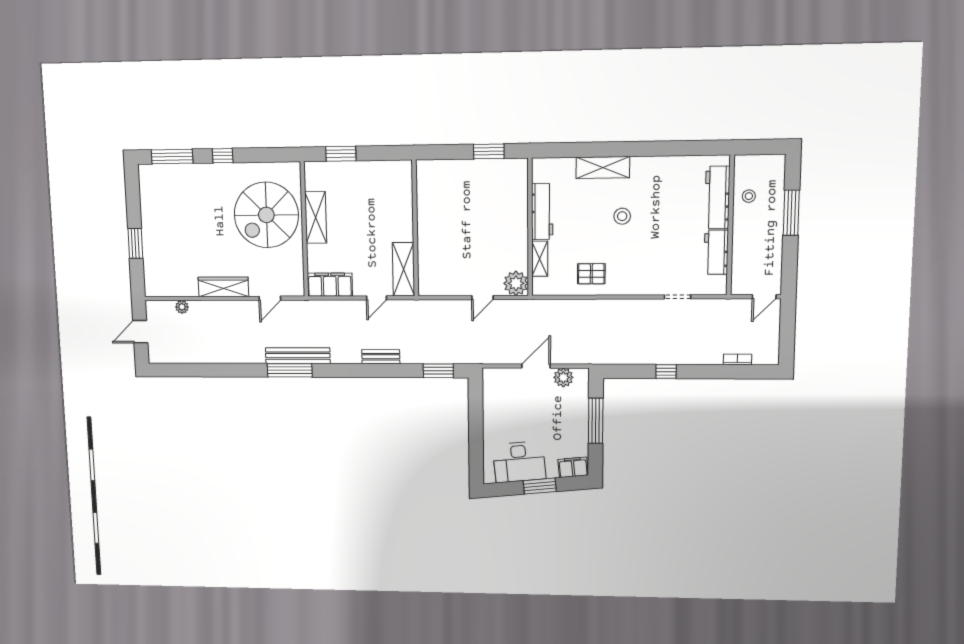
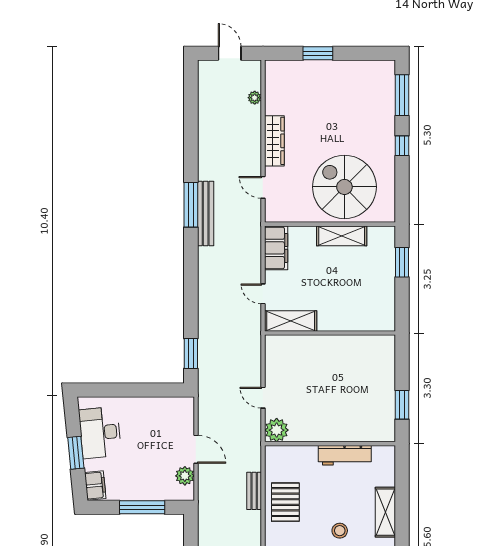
shelving: (540, 259) -> (300, 453), removed
pallet: (591, 274) -> (285, 502), width x1.50, depth x1.42
bench: (381, 357) -> (254, 491), moved

